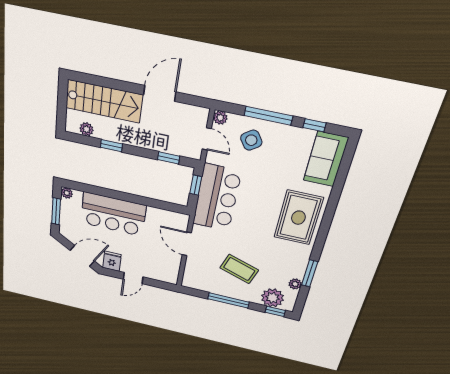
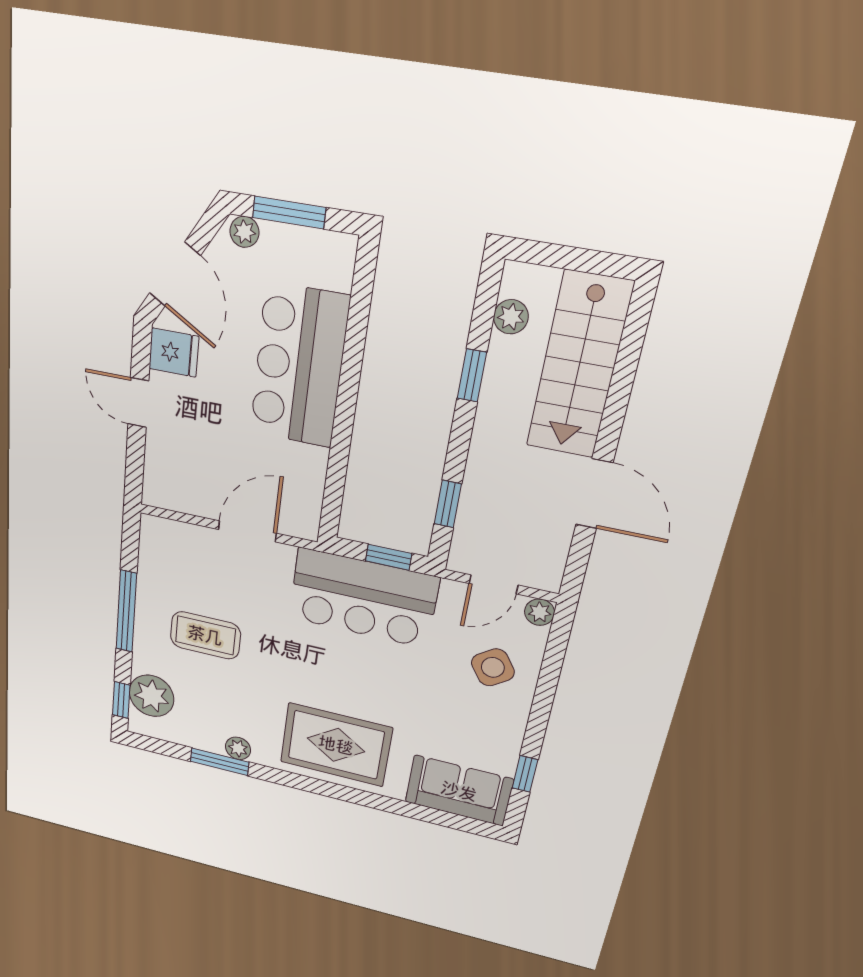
window: (268, 116) -> (544, 699), removed
plant: (67, 193) -> (244, 232), moved
coffee table: (239, 269) -> (205, 635), turned 72
plant: (295, 284) -> (238, 748), moved

